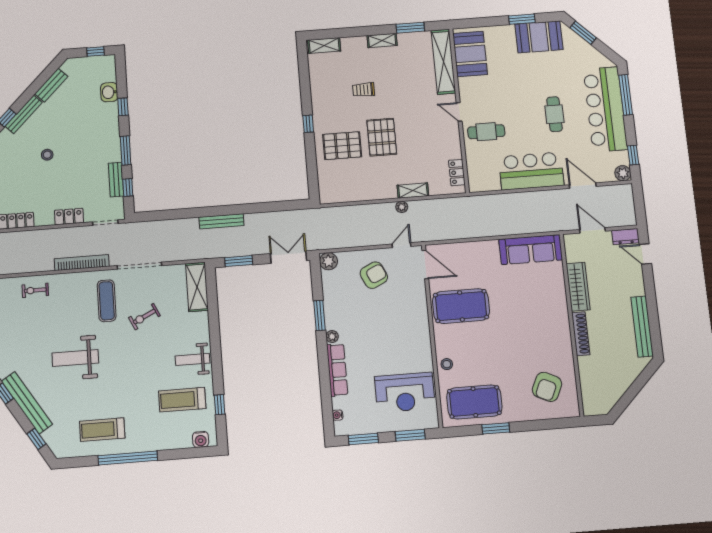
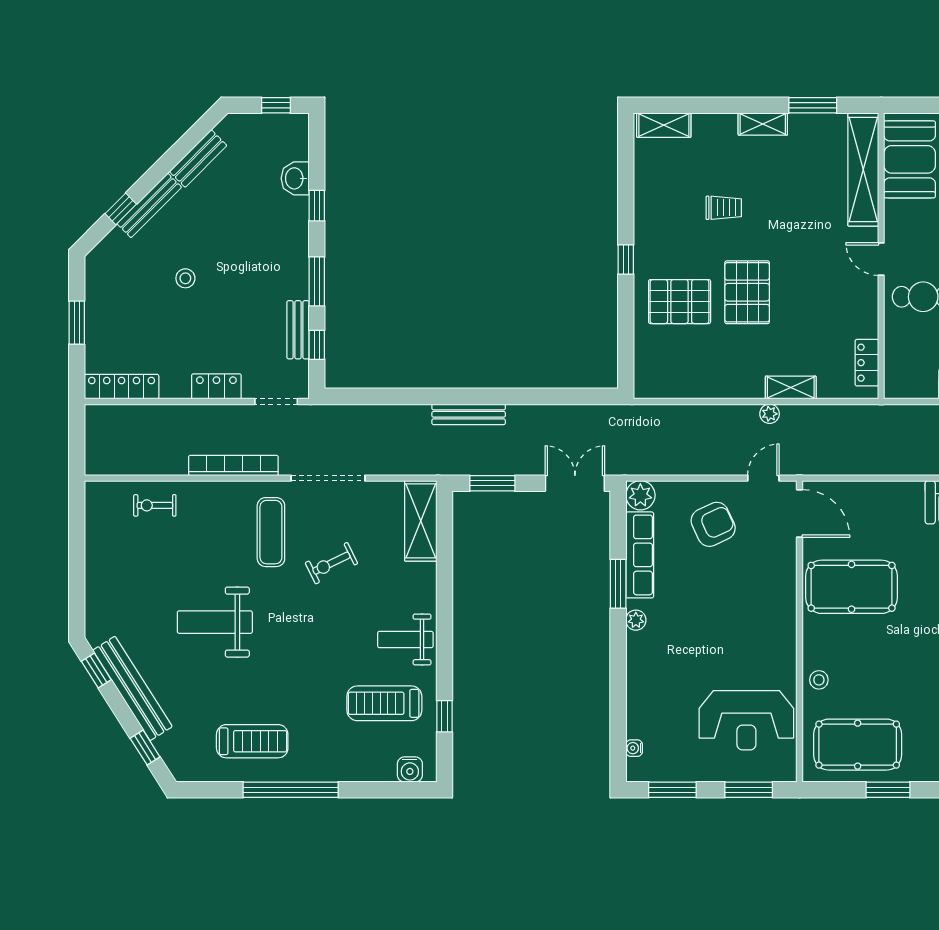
trolley: (364, 90) -> (724, 208), turned 180
row of seats: (337, 370) -> (640, 555), moved
treadmill: (102, 430) -> (252, 741), turned 180

